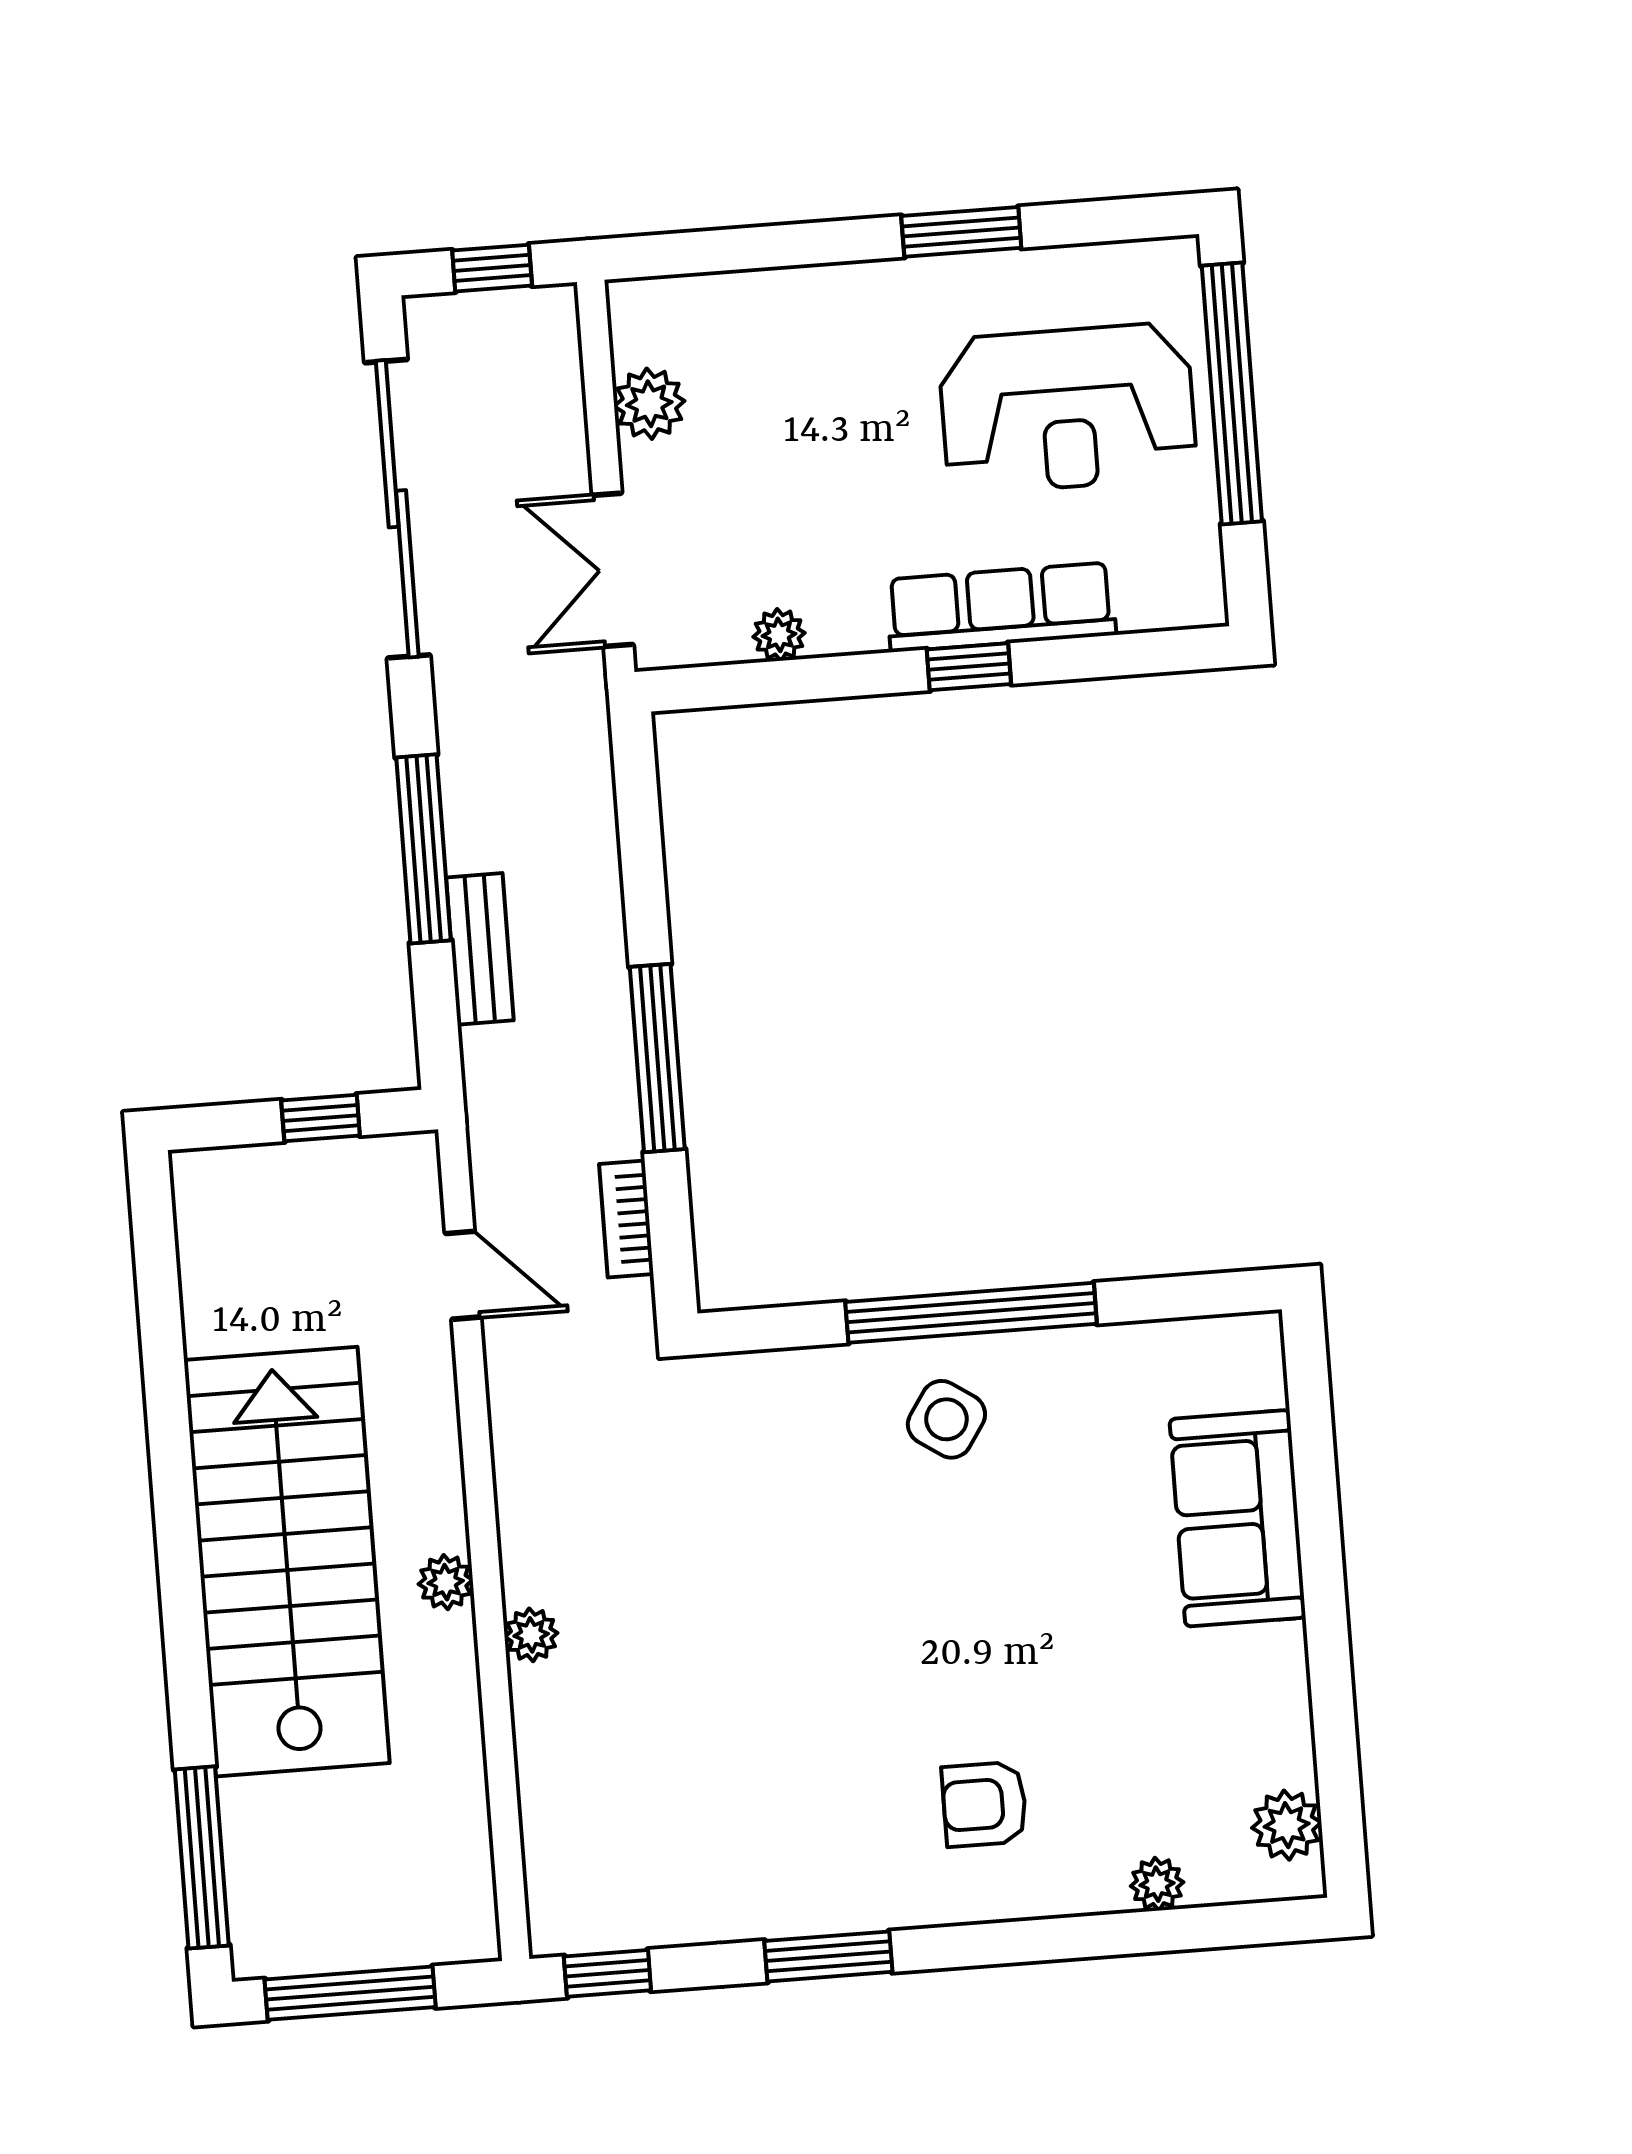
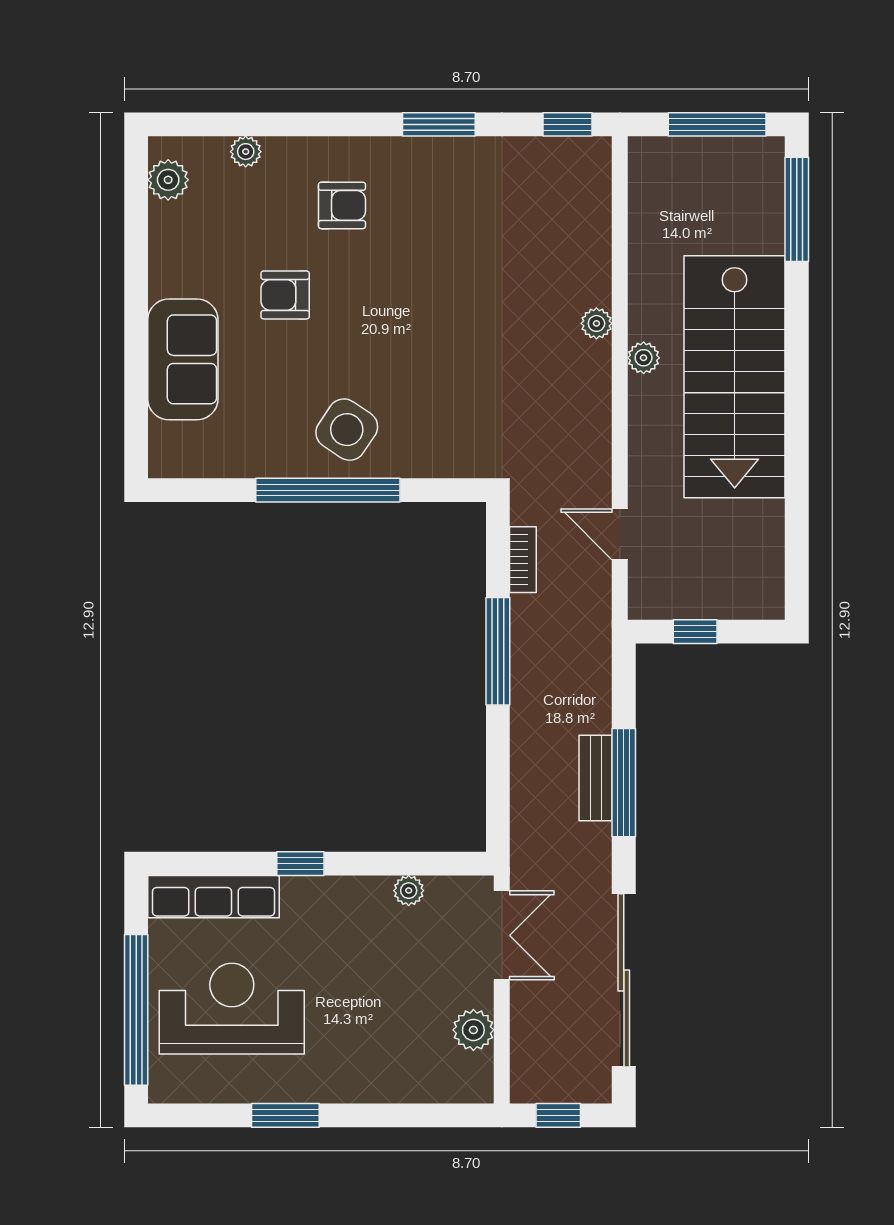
row of seats: (1001, 607) -> (213, 897), moved
bench: (480, 949) -> (596, 778), moved
side table: (946, 1419) -> (347, 430), width x1.37, depth x1.37
armchair: (1070, 1643) -> (285, 295), added

